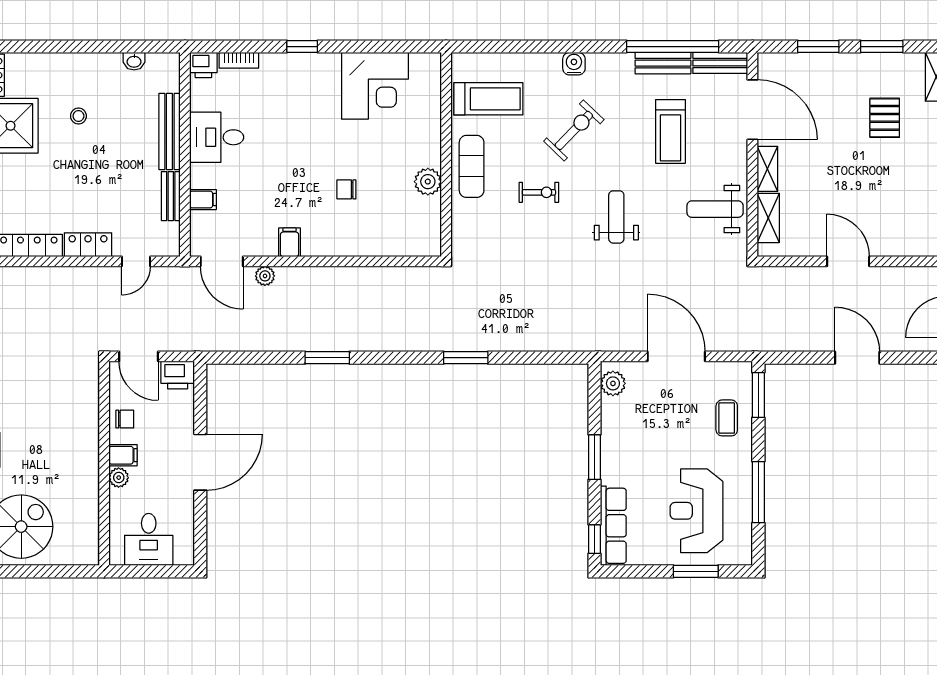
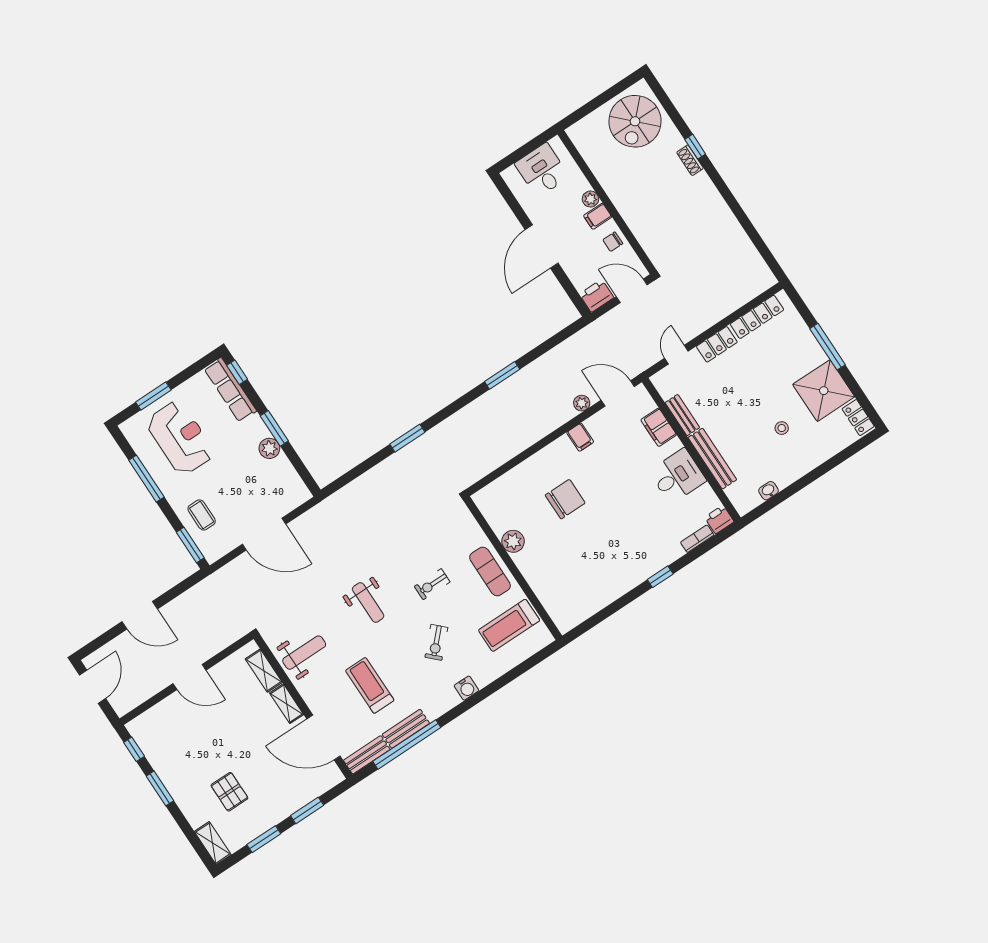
corner desk: (375, 86) -> (593, 583), removed
exercise bike: (574, 130) -> (436, 642), width x0.73, depth x0.72
chair: (346, 189) -> (565, 499), width x1.87, depth x1.87
filing cabinet: (203, 200) -> (659, 427), width x2.00
plant: (613, 383) -> (269, 448), moved

